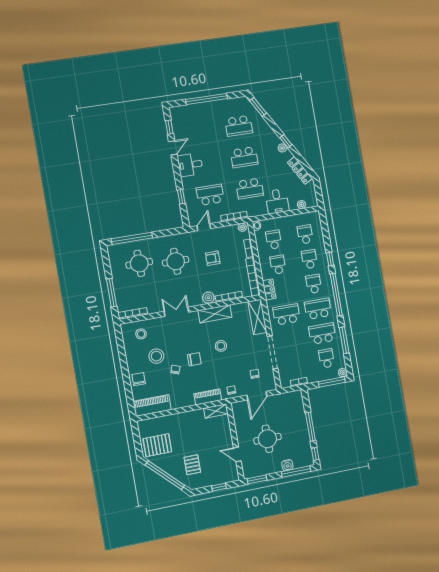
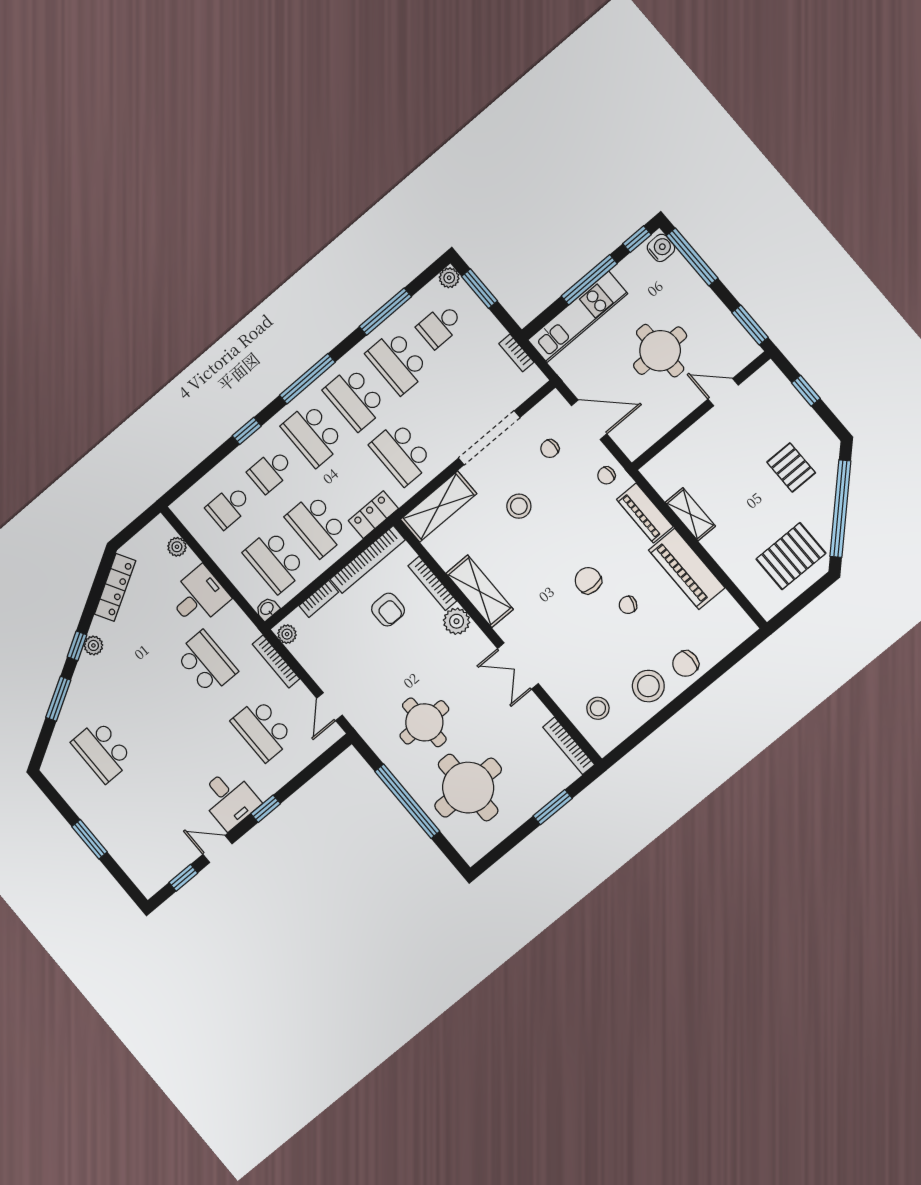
window: (207, 99) -> (90, 839), width x0.47
window: (258, 107) -> (58, 699), moved
school desk: (239, 126) -> (102, 751), turned 180
school desk: (244, 157) -> (154, 707), removed
window: (181, 197) -> (266, 809), moved
door: (204, 227) -> (329, 707), hinge flipped
window: (132, 238) -> (407, 801), moved
school desk: (274, 240) -> (275, 561), width x1.85
armchair: (213, 258) -> (388, 610), moved
round table: (139, 263) -> (468, 788), width x1.36, depth x1.36
school desk: (278, 265) -> (317, 525), width x1.85
school desk: (314, 284) -> (313, 435), width x1.85
window: (112, 293) -> (553, 807), width x0.69
window: (336, 295) -> (307, 379), width x0.68
stool: (221, 346) -> (519, 506), moved
stool: (156, 356) -> (648, 686), moved
window: (332, 382) -> (480, 289), width x0.69
piano: (152, 405) -> (687, 569), moved
shelving: (216, 411) -> (690, 514), moved
kitchen unit: (299, 414) -> (578, 317), added
pallet: (157, 445) -> (791, 556), turned 90
door: (237, 454) -> (723, 392), swing flipped
pallet: (192, 465) -> (791, 467), turned 90
water cooler: (287, 465) -> (661, 248), moved

